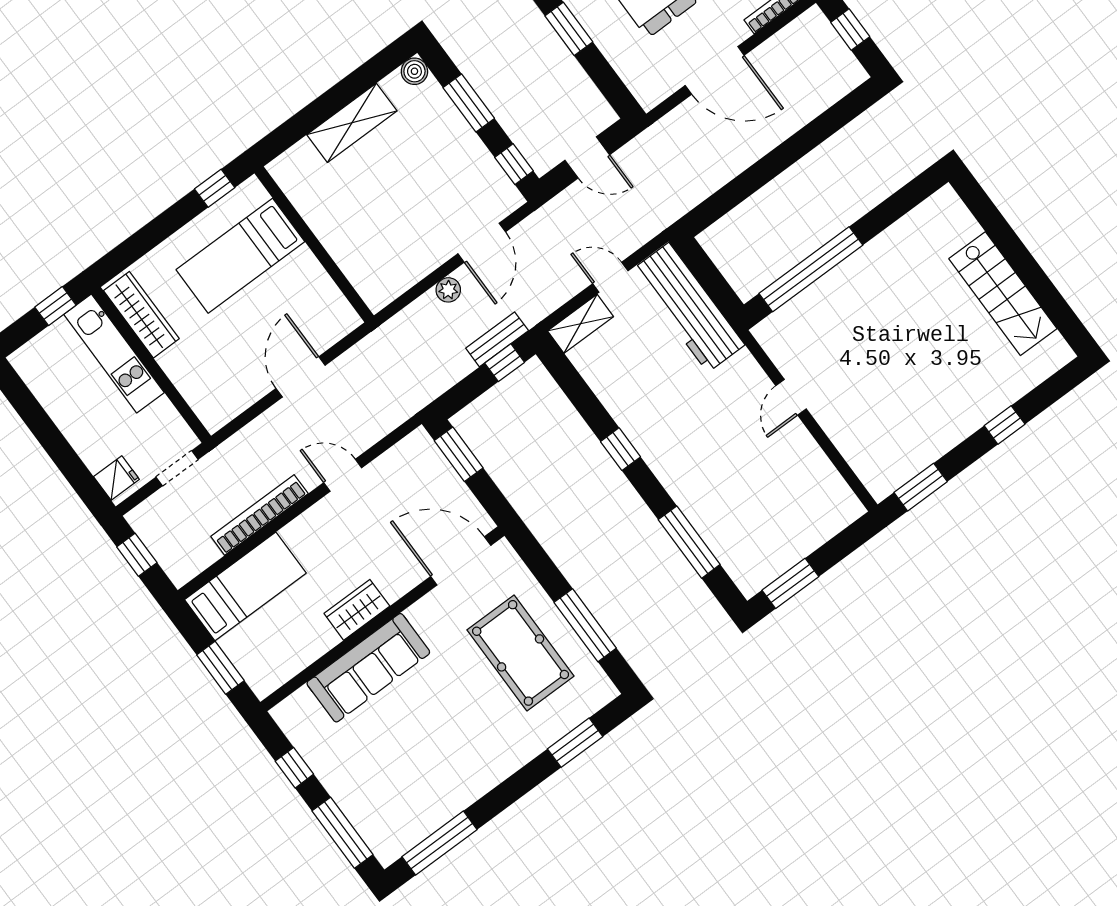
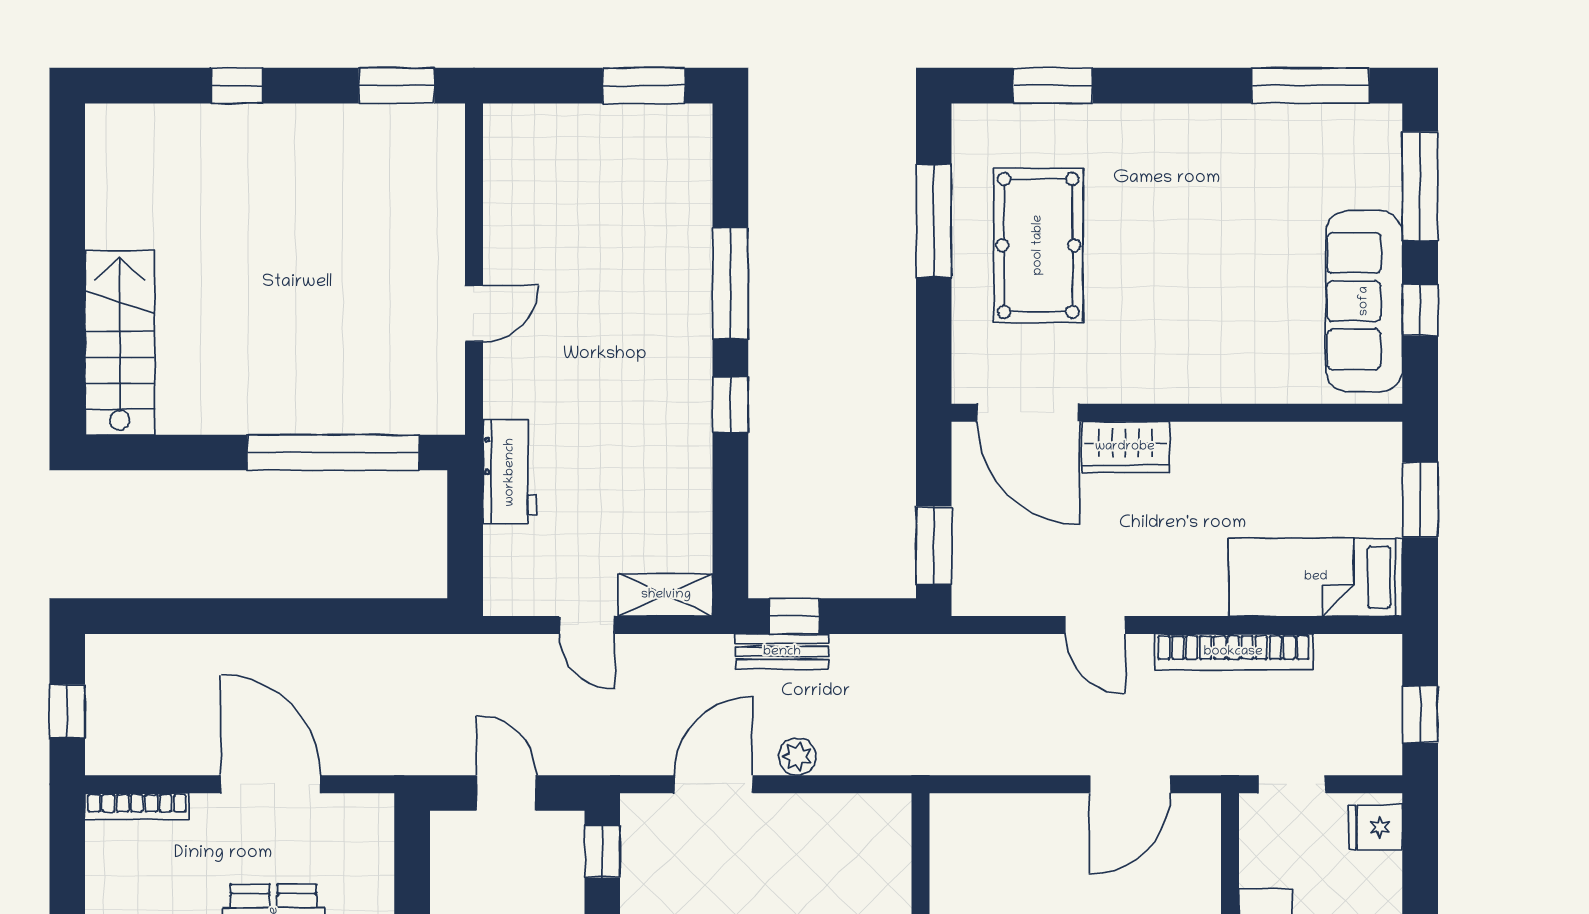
stairs: (1003, 294) -> (120, 343), moved
workbench: (688, 307) -> (510, 472), width x0.53, depth x0.76
door: (301, 377) -> (1130, 784), moved
window: (689, 542) -> (730, 283), moved
wardrobe: (357, 610) -> (1125, 447), moved
sofa: (368, 668) -> (1364, 301), moved, turned -90

